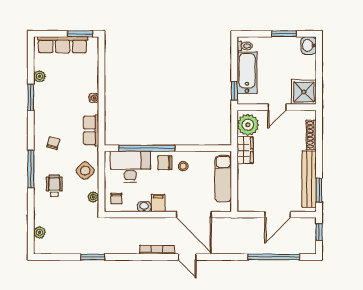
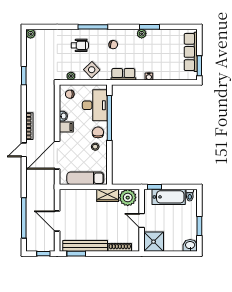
plant: (39, 76) -> (142, 34), moved
plant: (40, 232) -> (31, 34), moved

